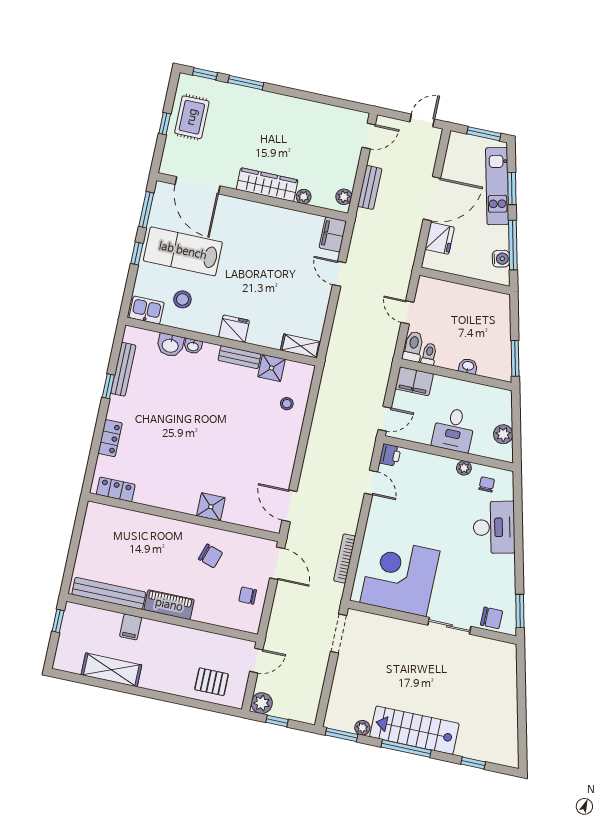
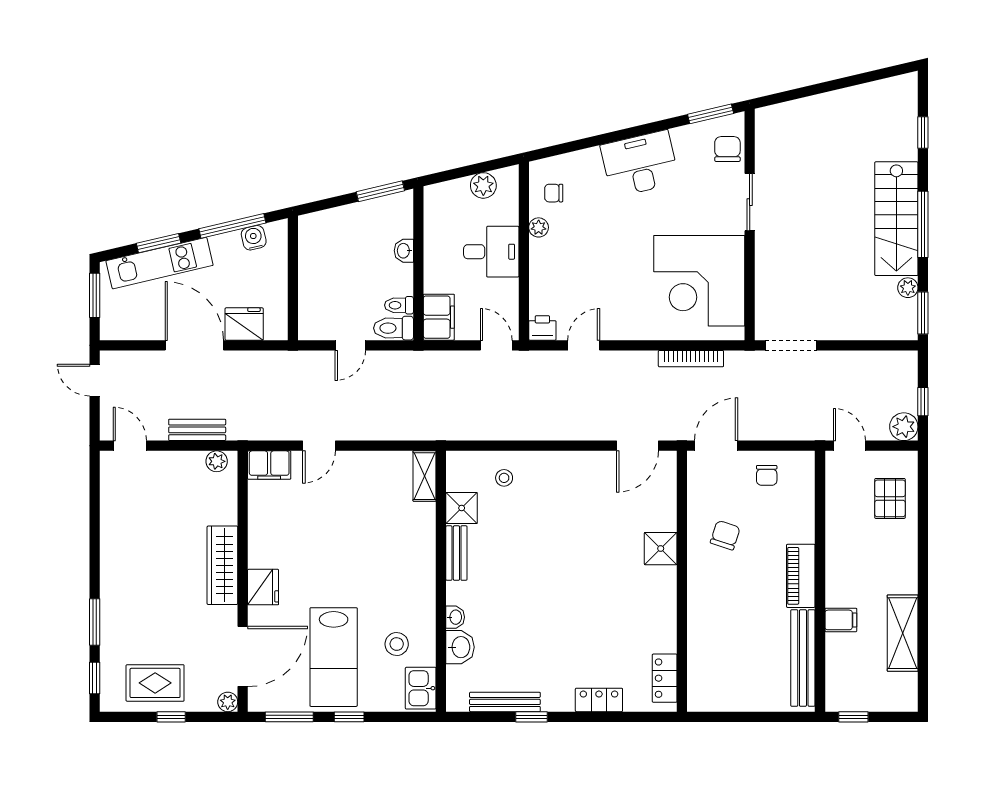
plant: (304, 197) -> (228, 702), moved
fridge: (234, 329) -> (263, 587), moved, turned 180
desk: (494, 527) -> (640, 164), moved

